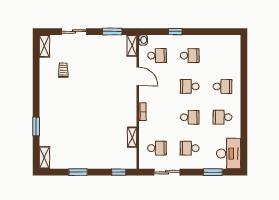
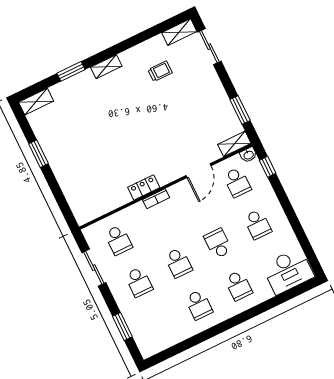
sliding door: (74, 32) -> (209, 47), moved
window: (175, 32) -> (268, 167), moved
locker: (132, 116) -> (144, 187), added
school desk: (222, 117) -> (199, 305), turned 180
shelving: (132, 137) -> (106, 67), moved
school desk: (190, 148) -> (139, 282), turned 180
desk: (229, 154) -> (288, 271), moved
window: (119, 172) -> (64, 206), removed

